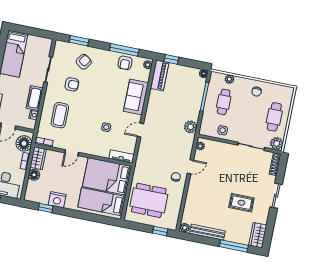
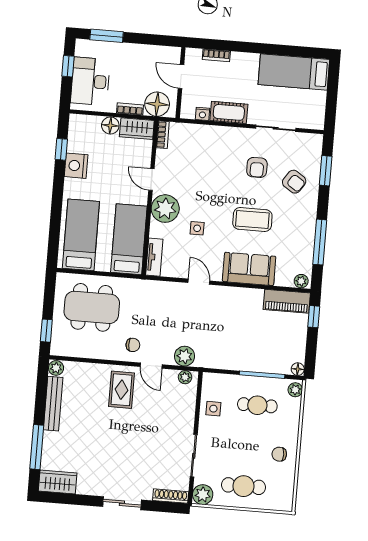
armchair: (125, 63) -> (300, 246), removed
plant: (229, 79) -> (295, 390), moved
coffee table: (60, 115) -> (252, 220), moved
plant: (191, 127) -> (185, 356), moved
plant: (91, 146) -> (165, 209), added
bed: (107, 176) -> (129, 239), width x0.67
dining table: (149, 200) -> (92, 307), turned 90
rug: (241, 203) -> (121, 390), moved

